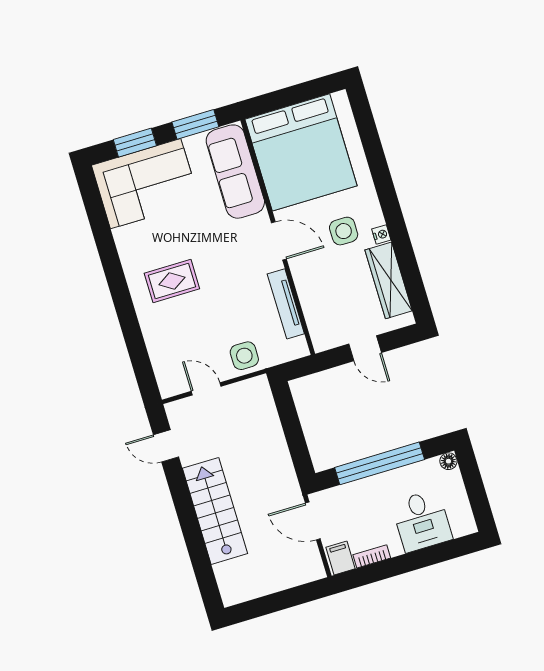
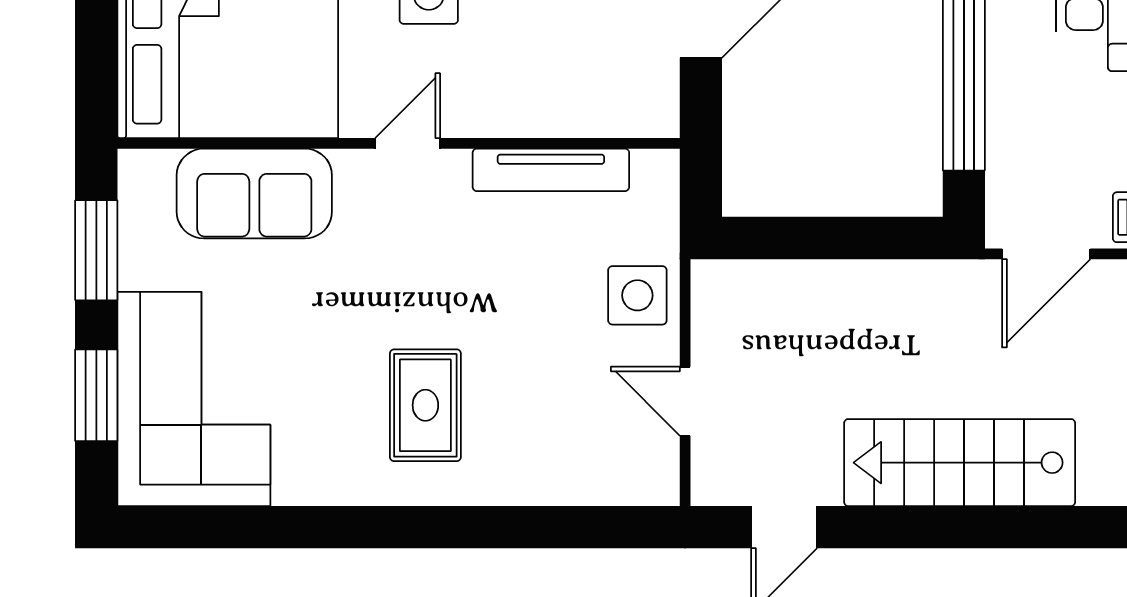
sofa: (235, 172) -> (254, 194), width x0.73
door: (279, 241) -> (408, 143), width x0.73
door: (206, 389) -> (685, 401), hinge flipped

